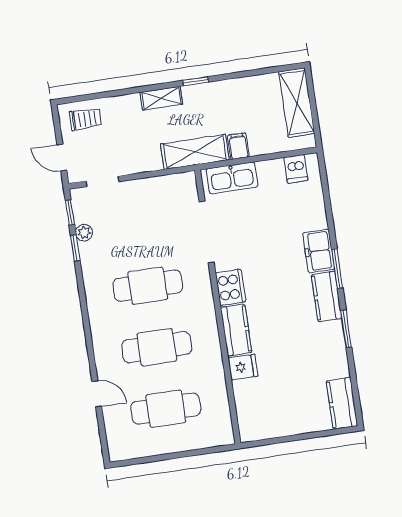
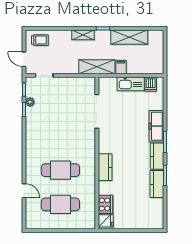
shelving: (297, 103) -> (129, 37), moved, turned 90
kitchen sink: (232, 178) -> (131, 84), moved
freezer: (319, 251) -> (156, 126), width x1.40
cafe table: (148, 286) -> (60, 136), removed
cooker: (230, 287) -> (105, 204), moved
fridge: (243, 367) -> (106, 221), moved
kitchen counter: (342, 403) -> (157, 184), moved

